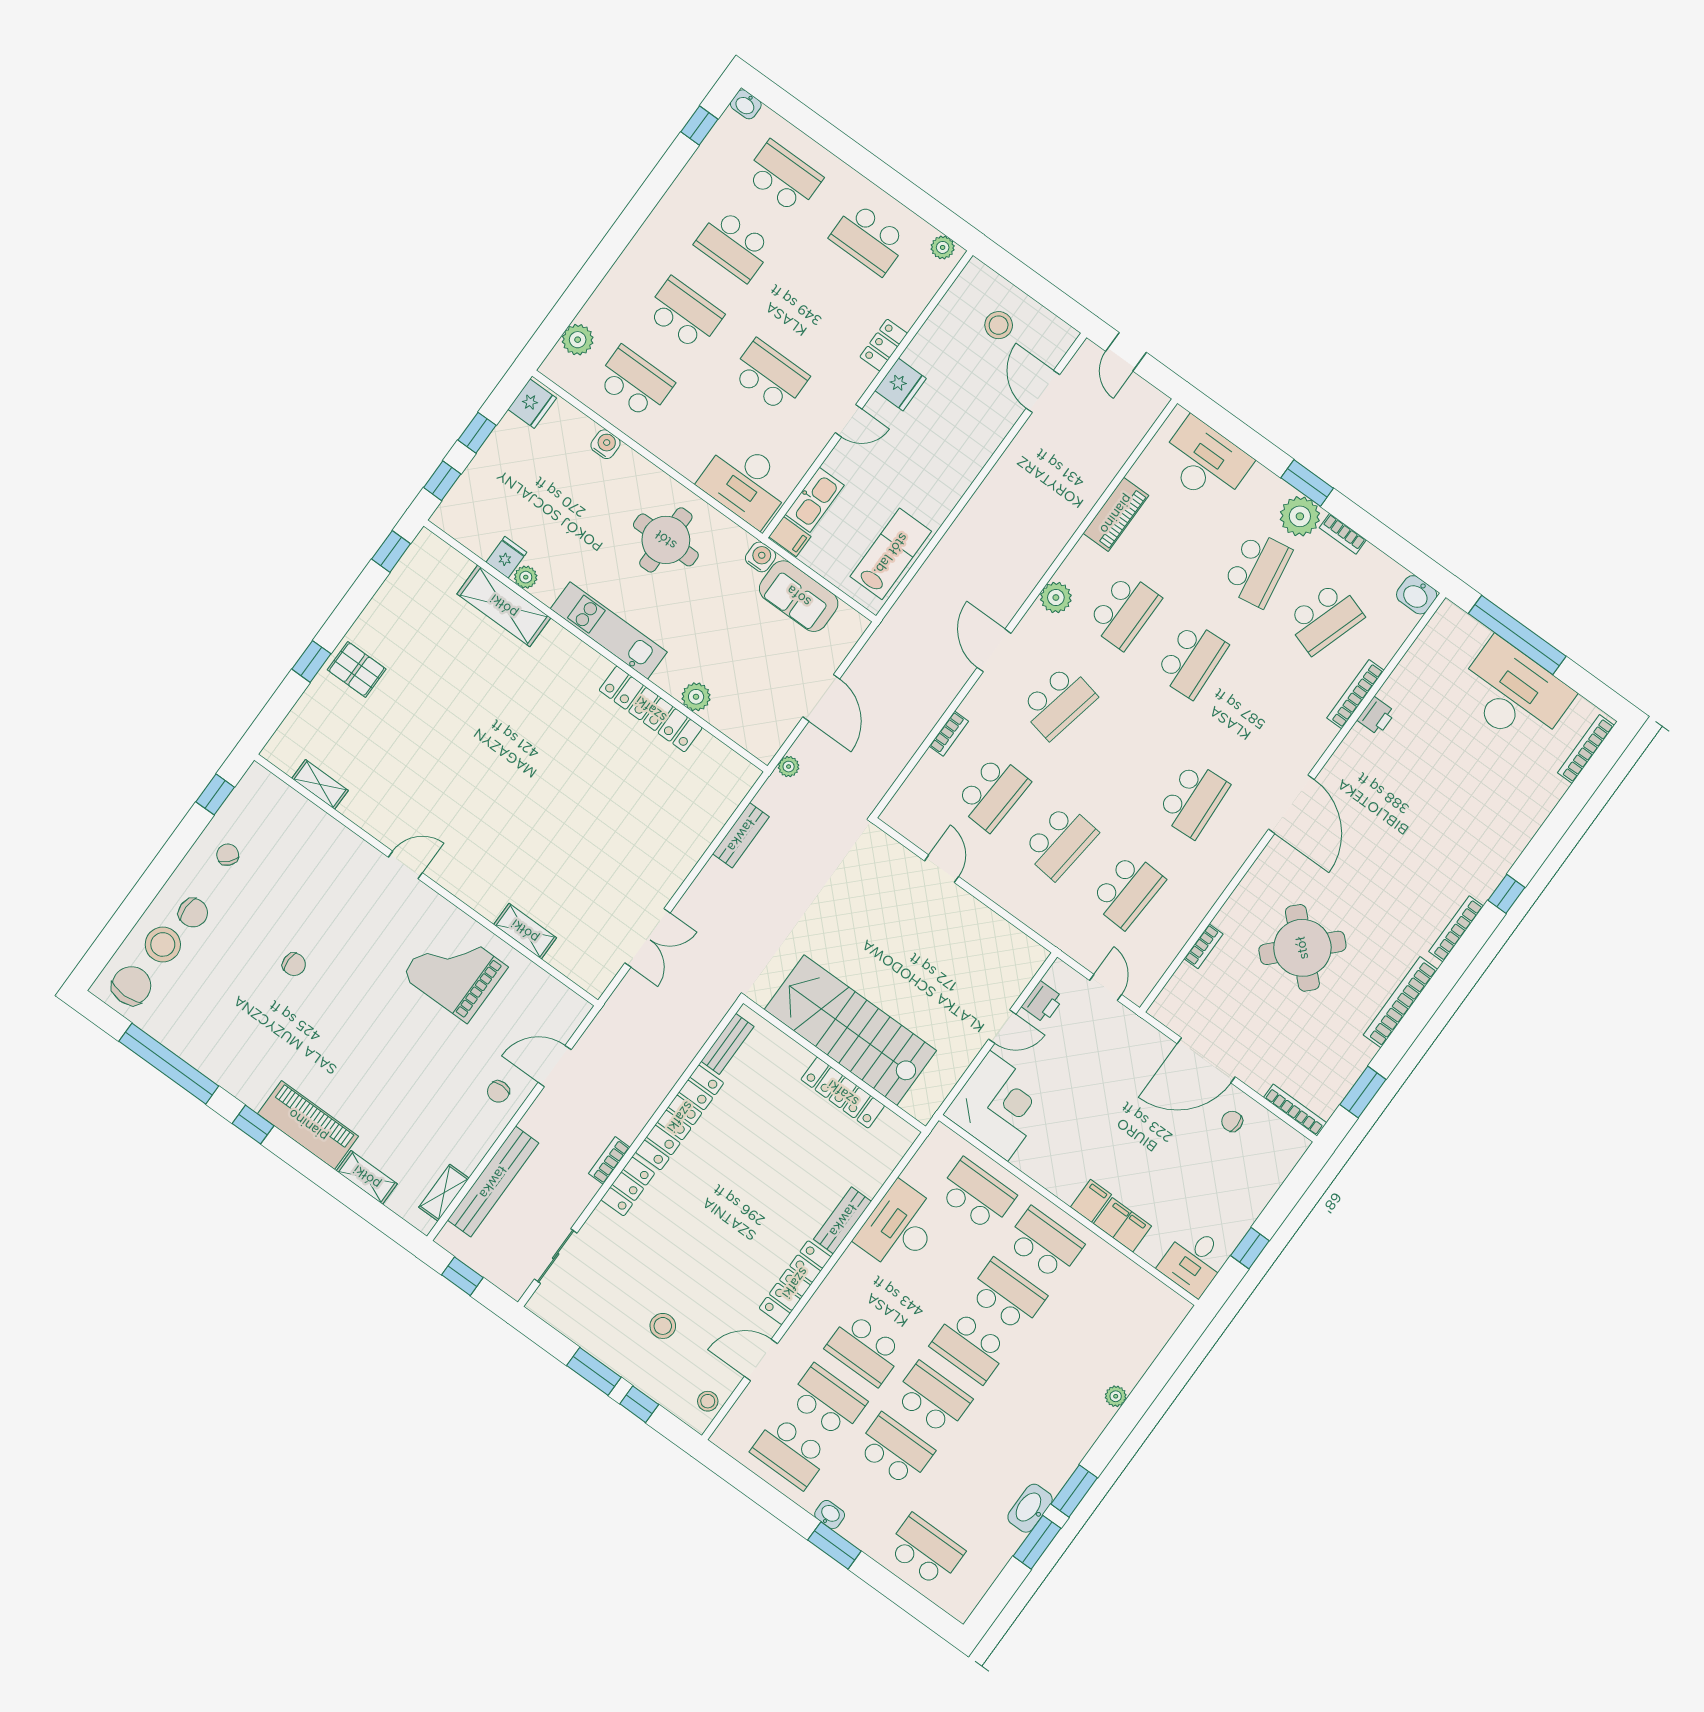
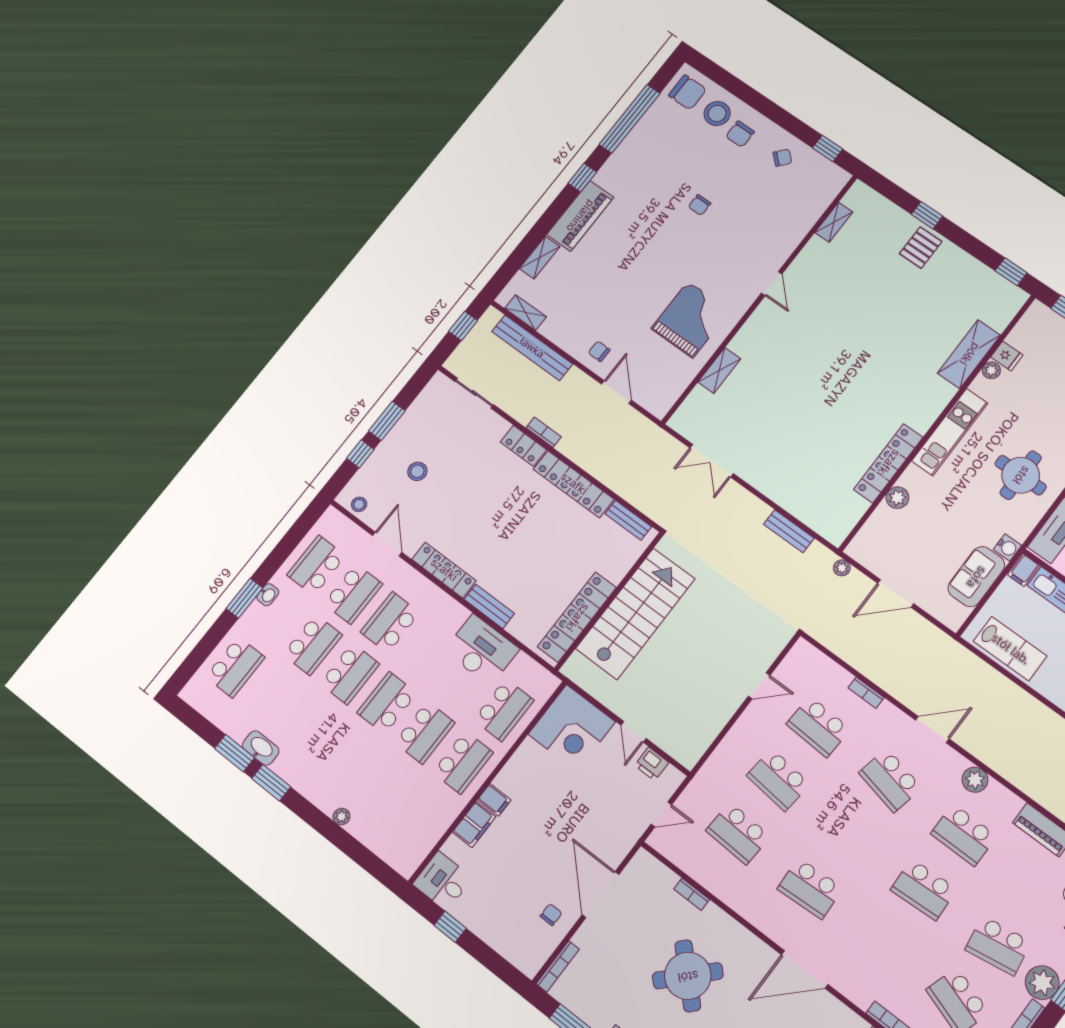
locker: (843, 1093) -> (577, 617), width x1.41, depth x1.21

